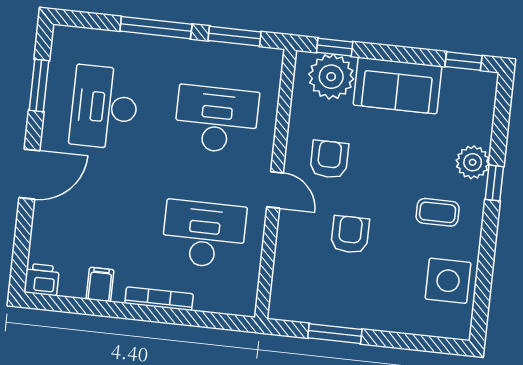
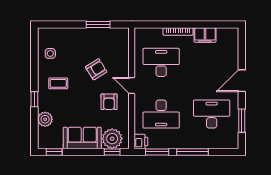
desk: (104, 107) -> (212, 114), turned -90
plant: (473, 162) -> (45, 119), moved
desk: (204, 234) -> (161, 62), turned 180
armchair: (350, 235) -> (96, 69), turned -122
printer: (42, 280) -> (141, 141), moved, turned -90
side table: (448, 281) -> (50, 53), width x0.54, depth x0.54
filing cabinet: (100, 284) -> (205, 35), width x2.00

